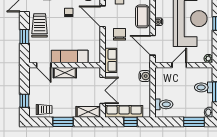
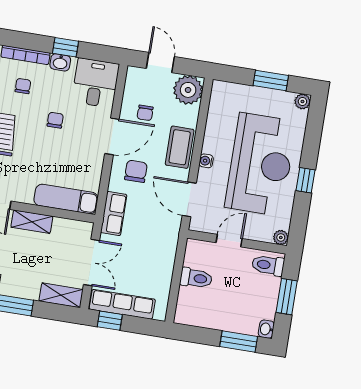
door: (103, 16) -> (112, 136), swing flipped
exam couch: (70, 57) -> (66, 199), moved
water cooler: (145, 76) -> (167, 250), removed
toilet: (204, 87) -> (268, 265), moved
toilet: (164, 104) -> (196, 278), moved
window: (131, 122) -> (110, 321), moved

